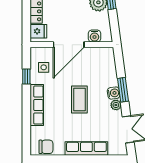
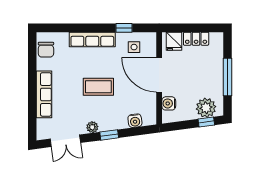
window: (123, 90) -> (109, 135), width x0.67
water cooler: (114, 93) -> (135, 121), moved

